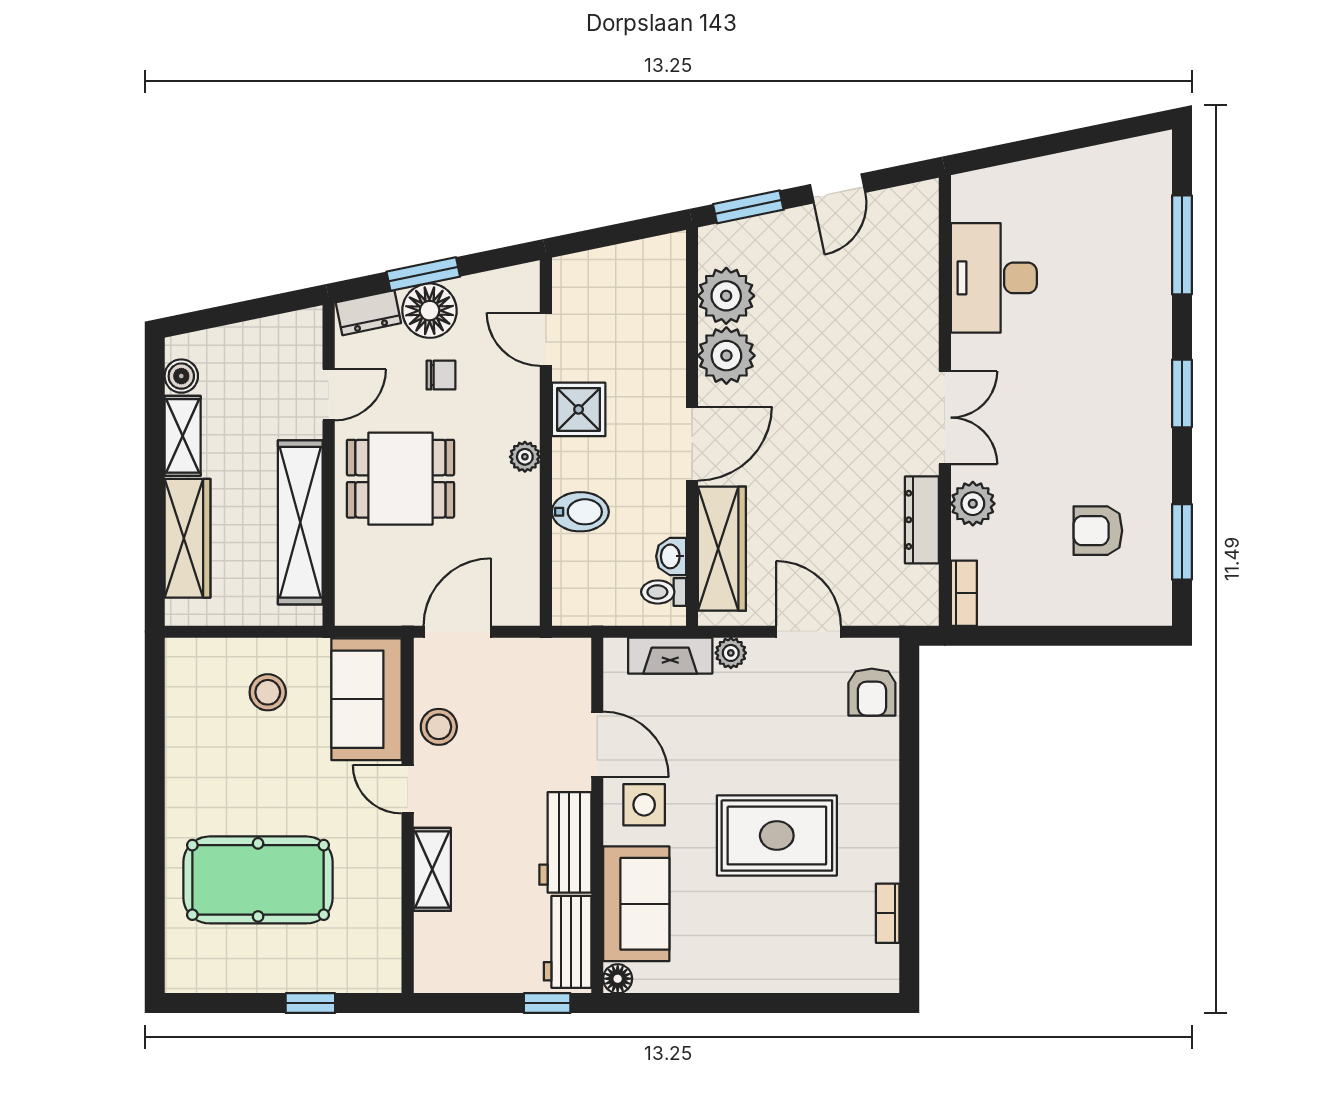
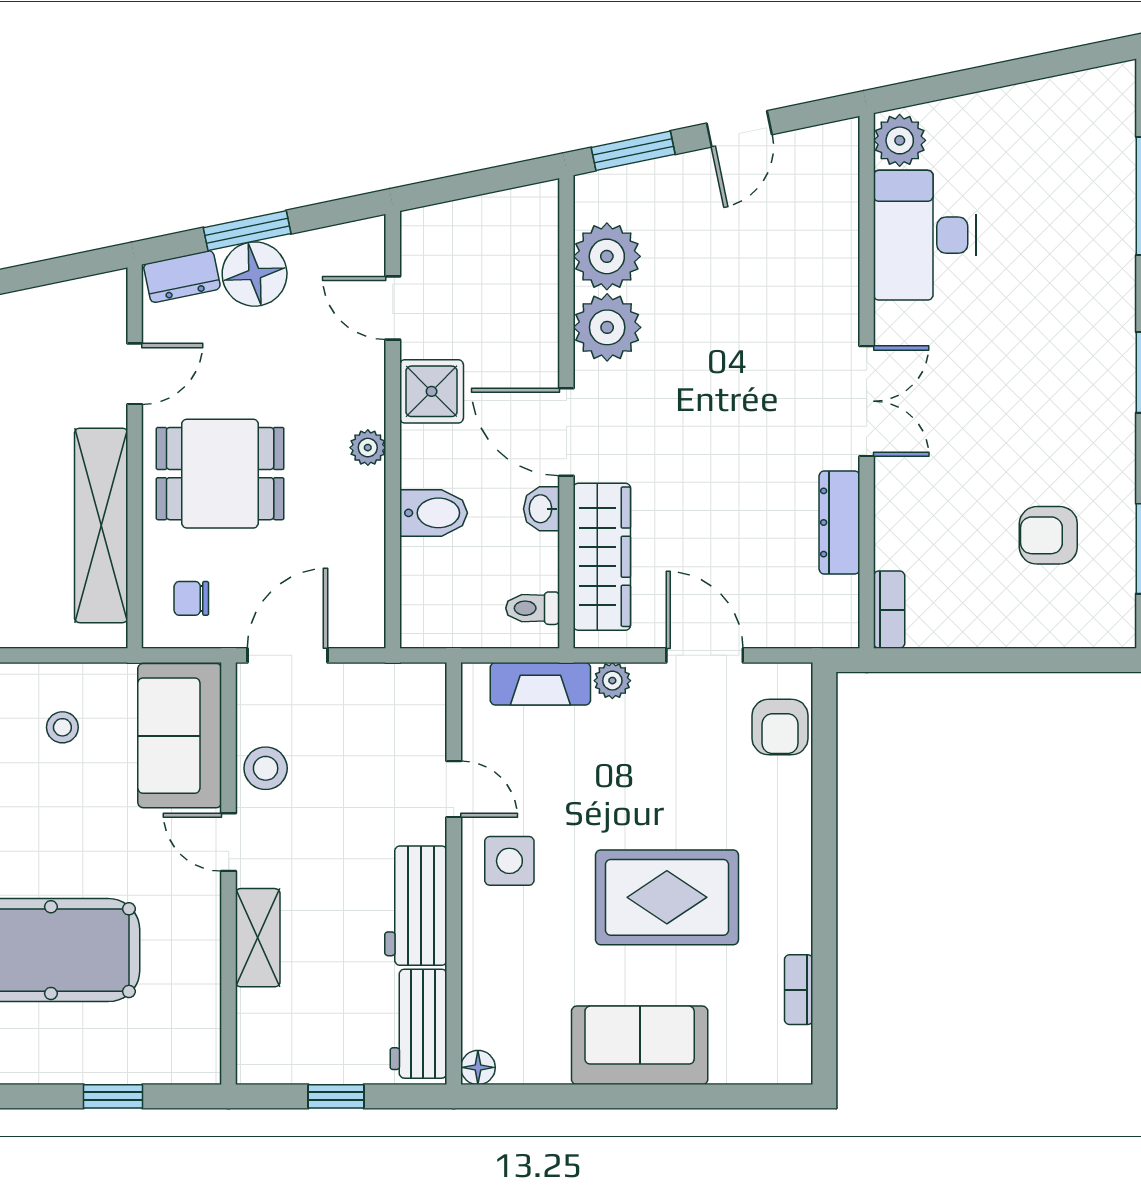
chair: (441, 375) -> (191, 598), moved, turned 180
door: (692, 444) -> (566, 432), swing flipped
plant: (973, 504) -> (900, 140), moved
washbasin: (671, 556) -> (541, 509), moved
stool: (268, 692) -> (62, 727), width x0.73, depth x0.73
door: (597, 744) -> (454, 789), width x0.73
sofa: (636, 904) -> (640, 1045), moved, turned -90
window: (547, 1003) -> (336, 1096), moved

